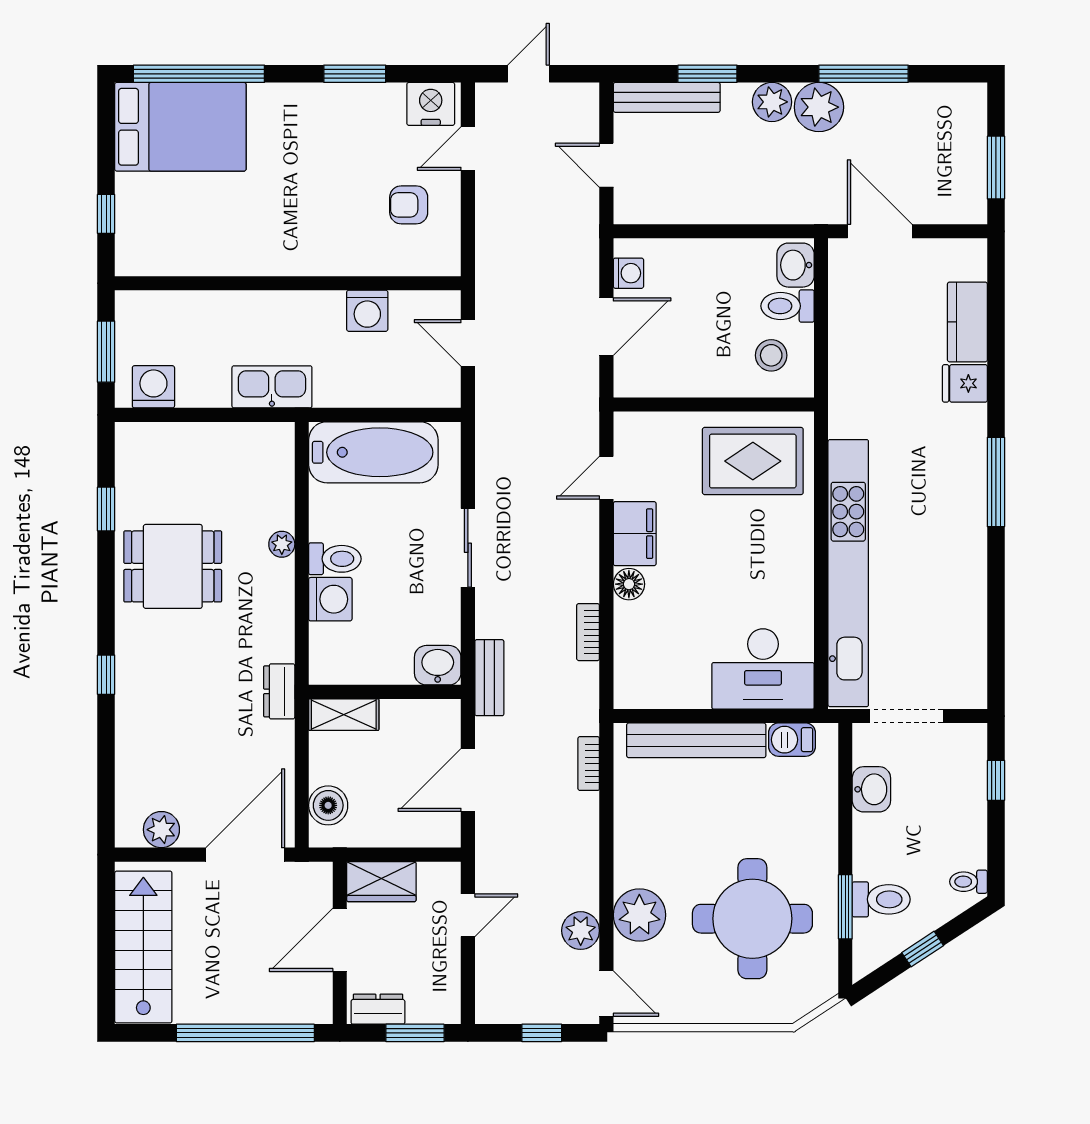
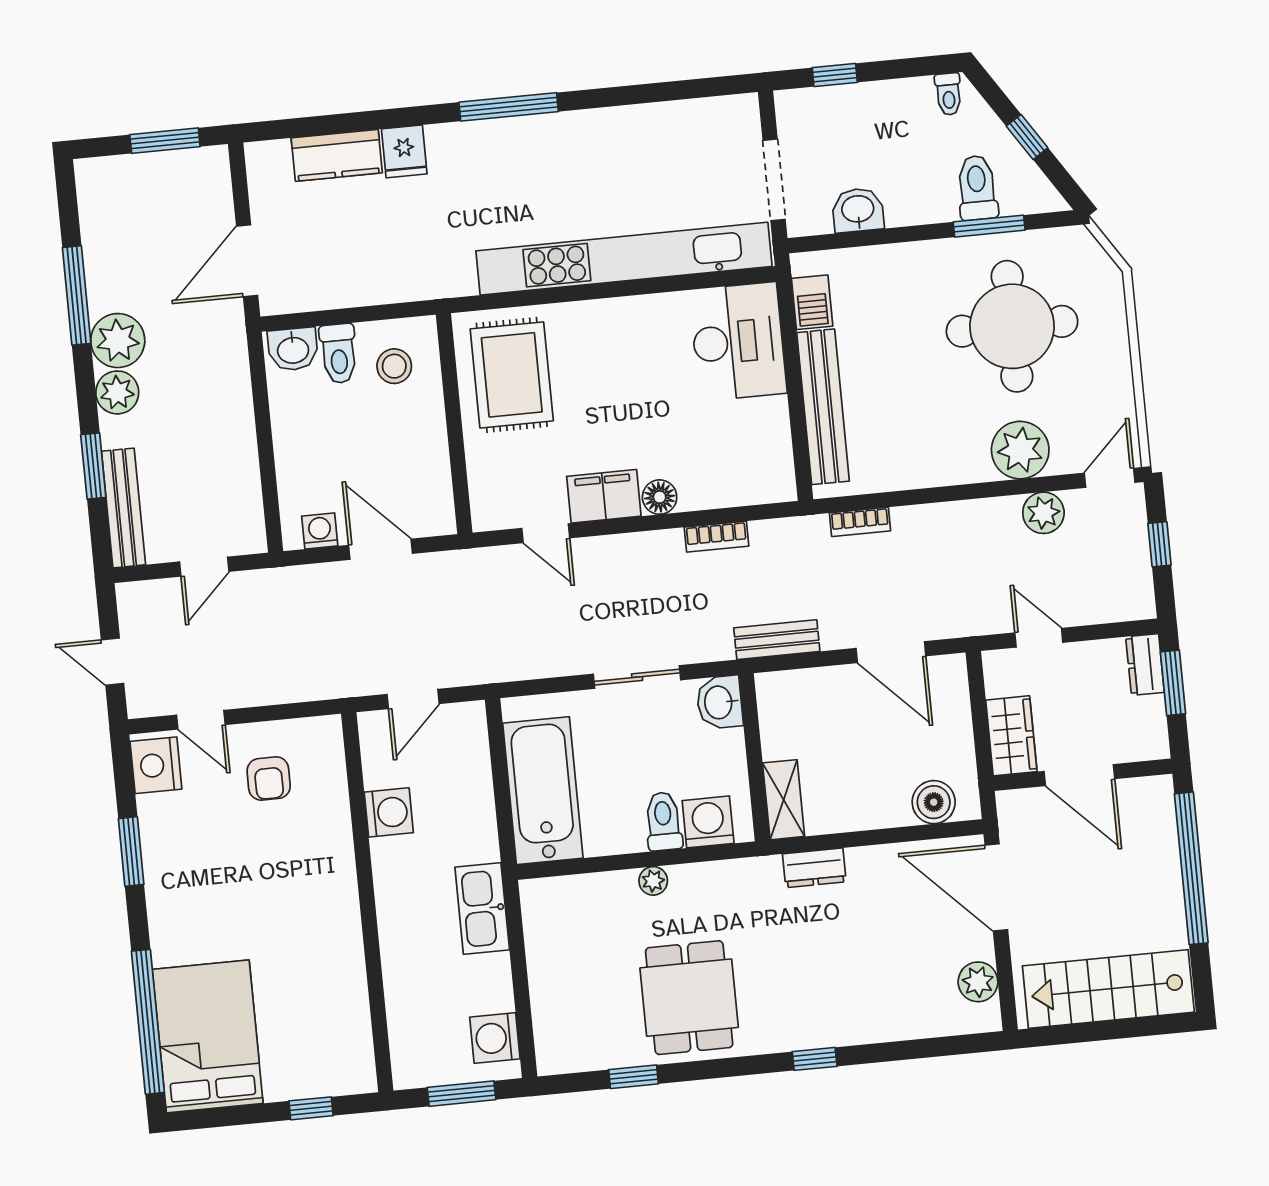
washbasin: (438, 665) -> (719, 702), moved
wall: (385, 692) -> (754, 757), moved
shelving: (344, 715) -> (784, 800), moved
dresser: (378, 1009) -> (1145, 665), moved

